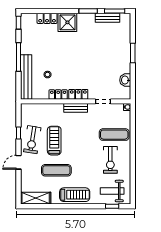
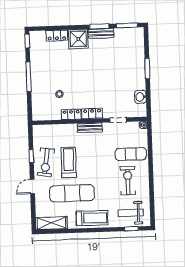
bench: (108, 18) -> (101, 33), moved
bench: (26, 77) -> (37, 97), removed
exercise bike: (110, 160) -> (128, 181), turned 180
exercise mat: (56, 170) -> (72, 193), width x1.36, depth x1.45

